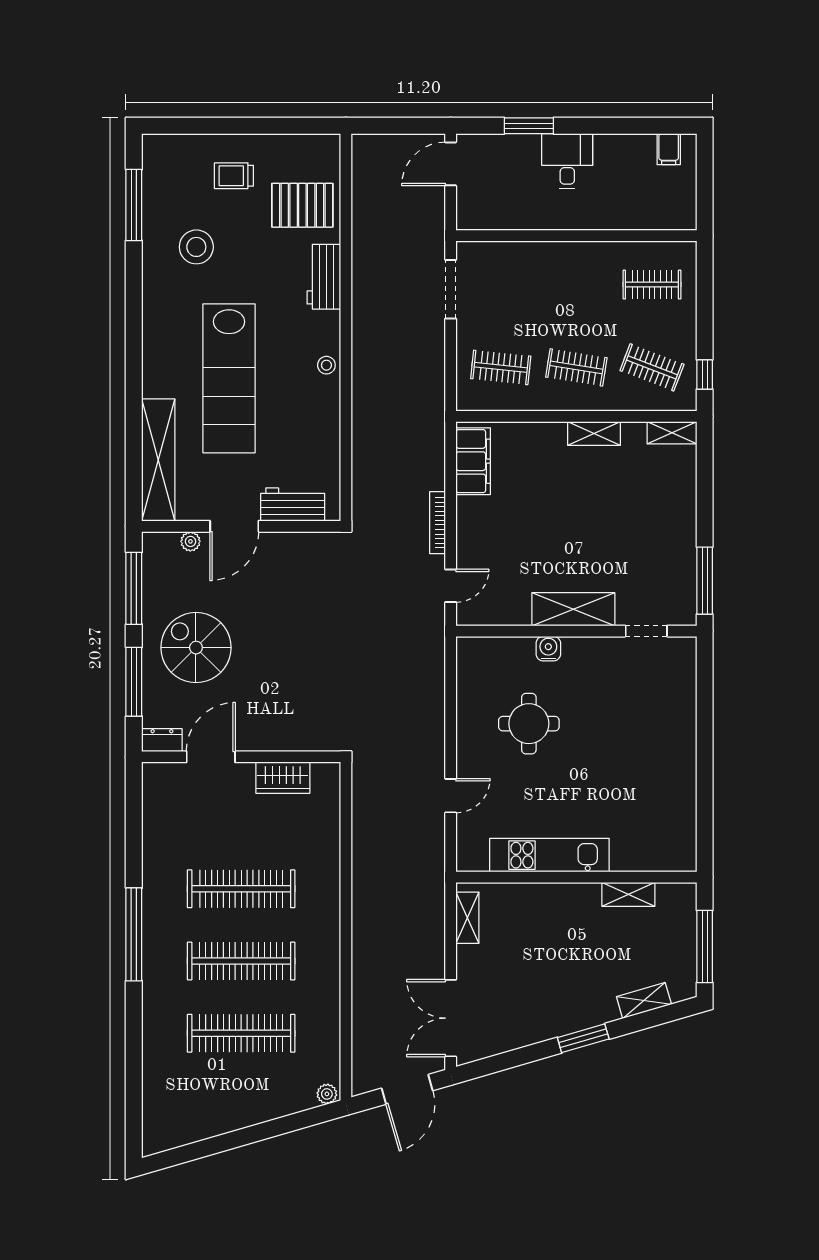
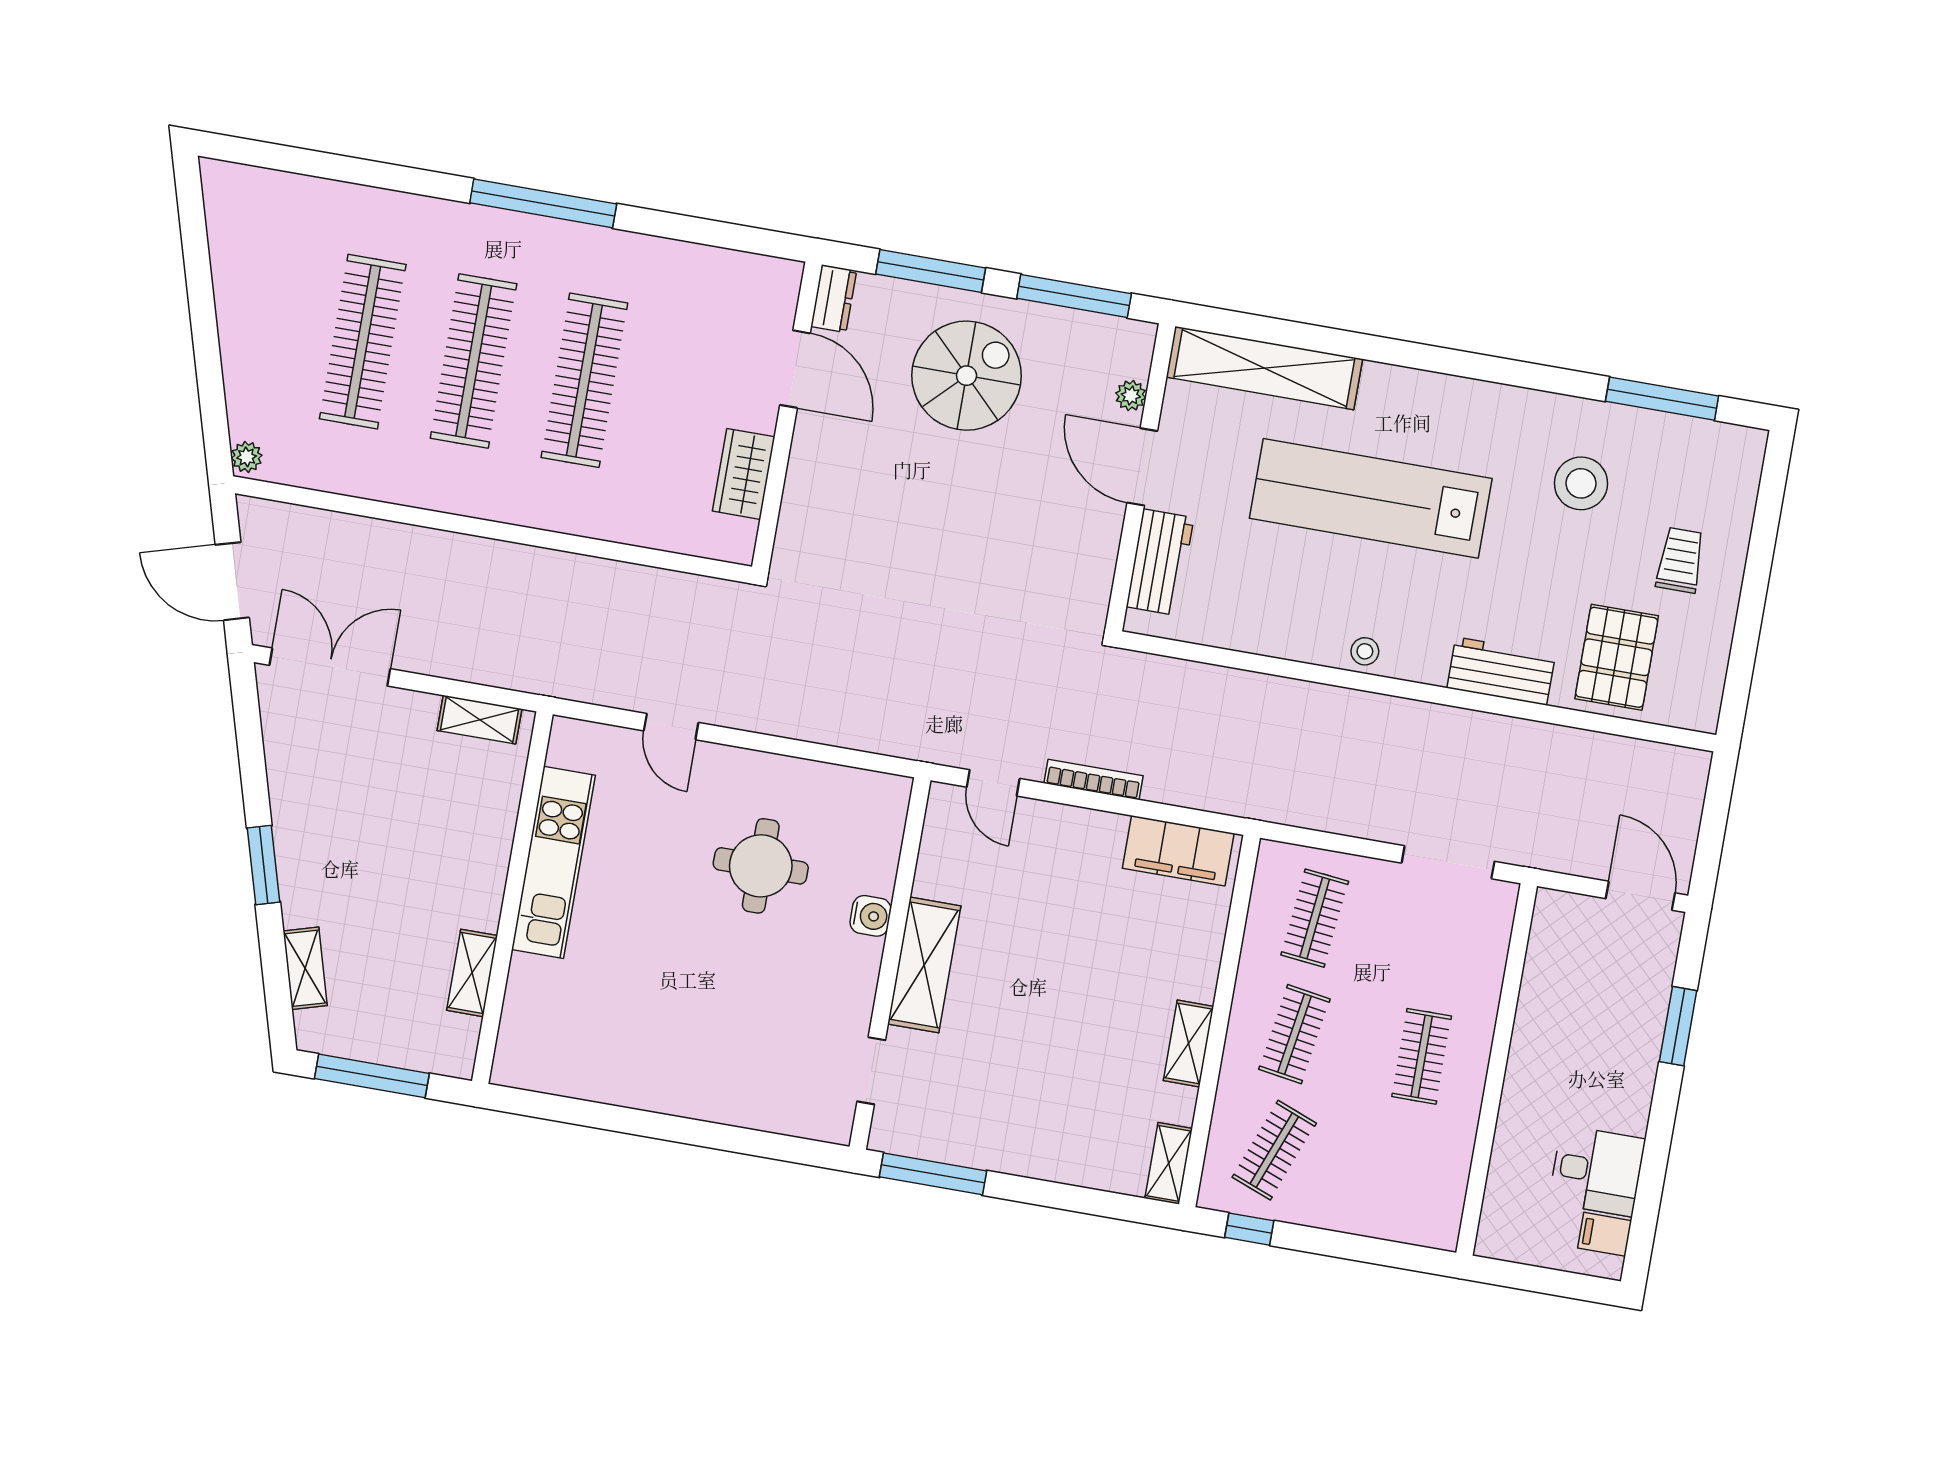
desk: (567, 161) -> (1597, 1171), moved
clothes rail: (652, 285) -> (1422, 1056), moved

